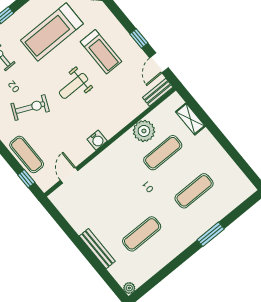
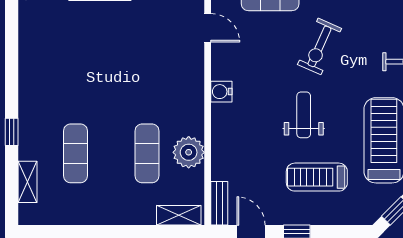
shelving: (190, 119) -> (179, 215), moved
shelving: (230, 204) -> (27, 182), added
exercise mat: (142, 234) -> (76, 55), removed
window: (211, 234) -> (12, 132), width x0.67

